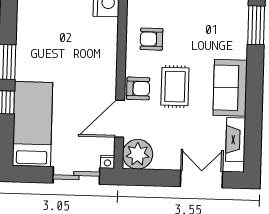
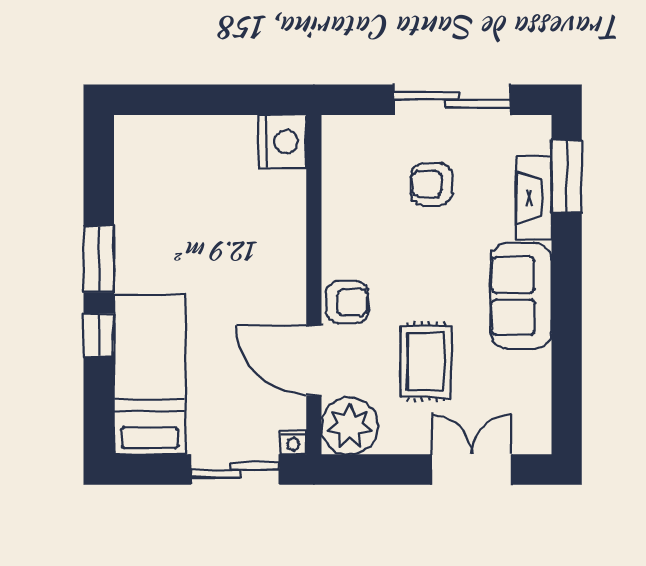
armchair: (152, 39) -> (432, 184), moved
rug: (175, 87) -> (426, 362), moved
door: (120, 119) -> (314, 360), hinge flipped
fireplace: (236, 140) -> (534, 198), moved

